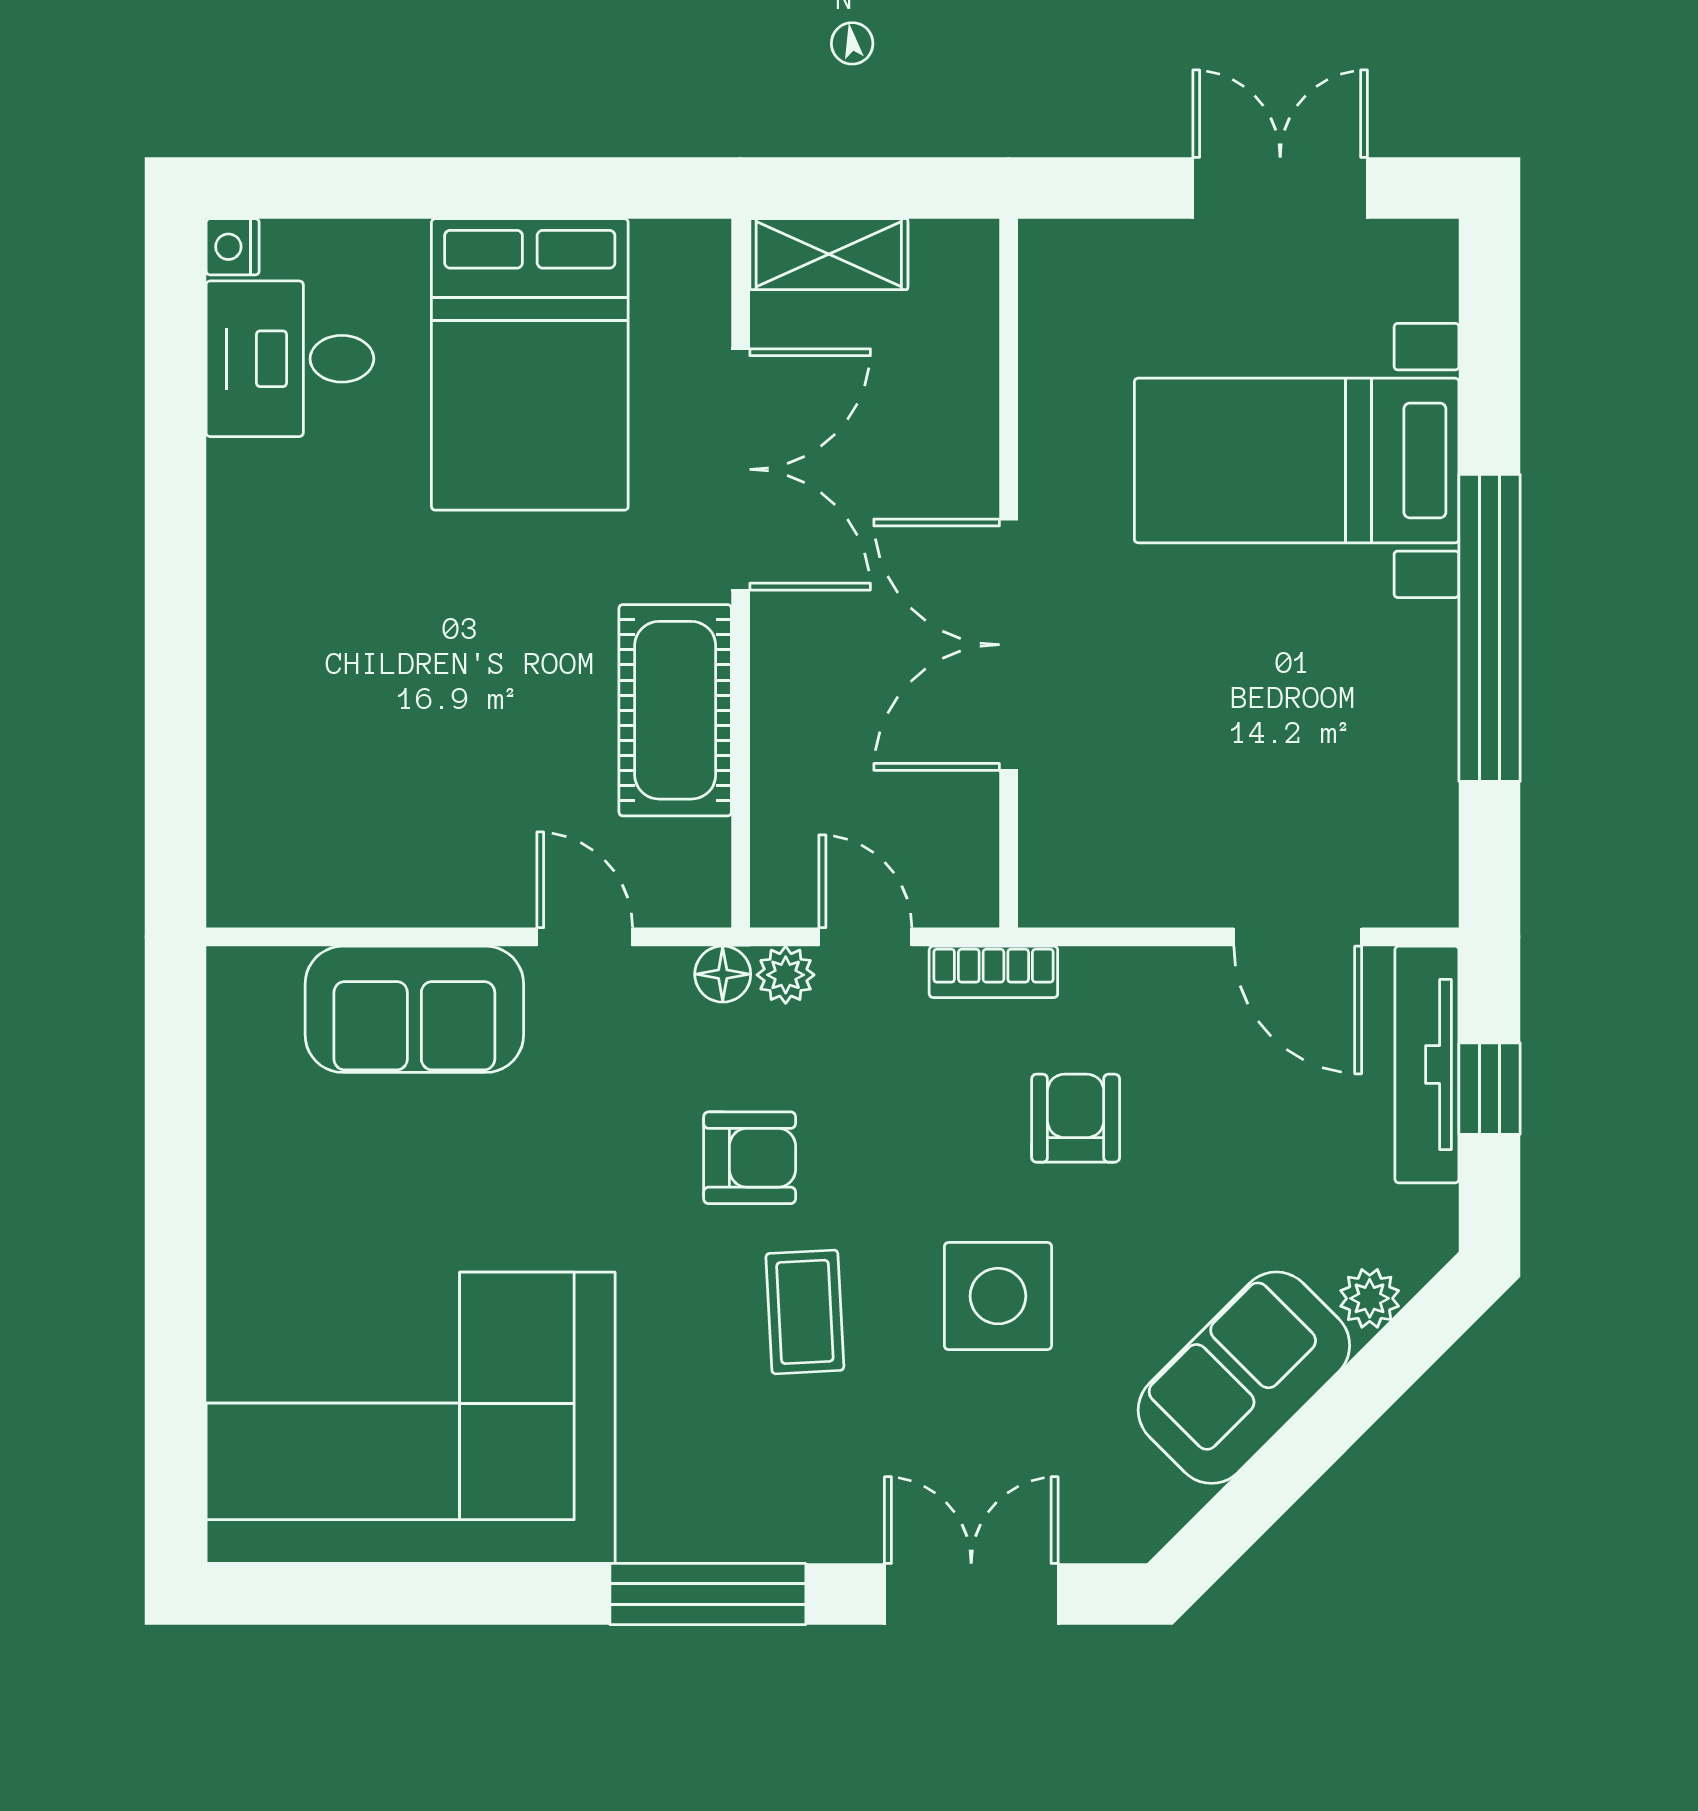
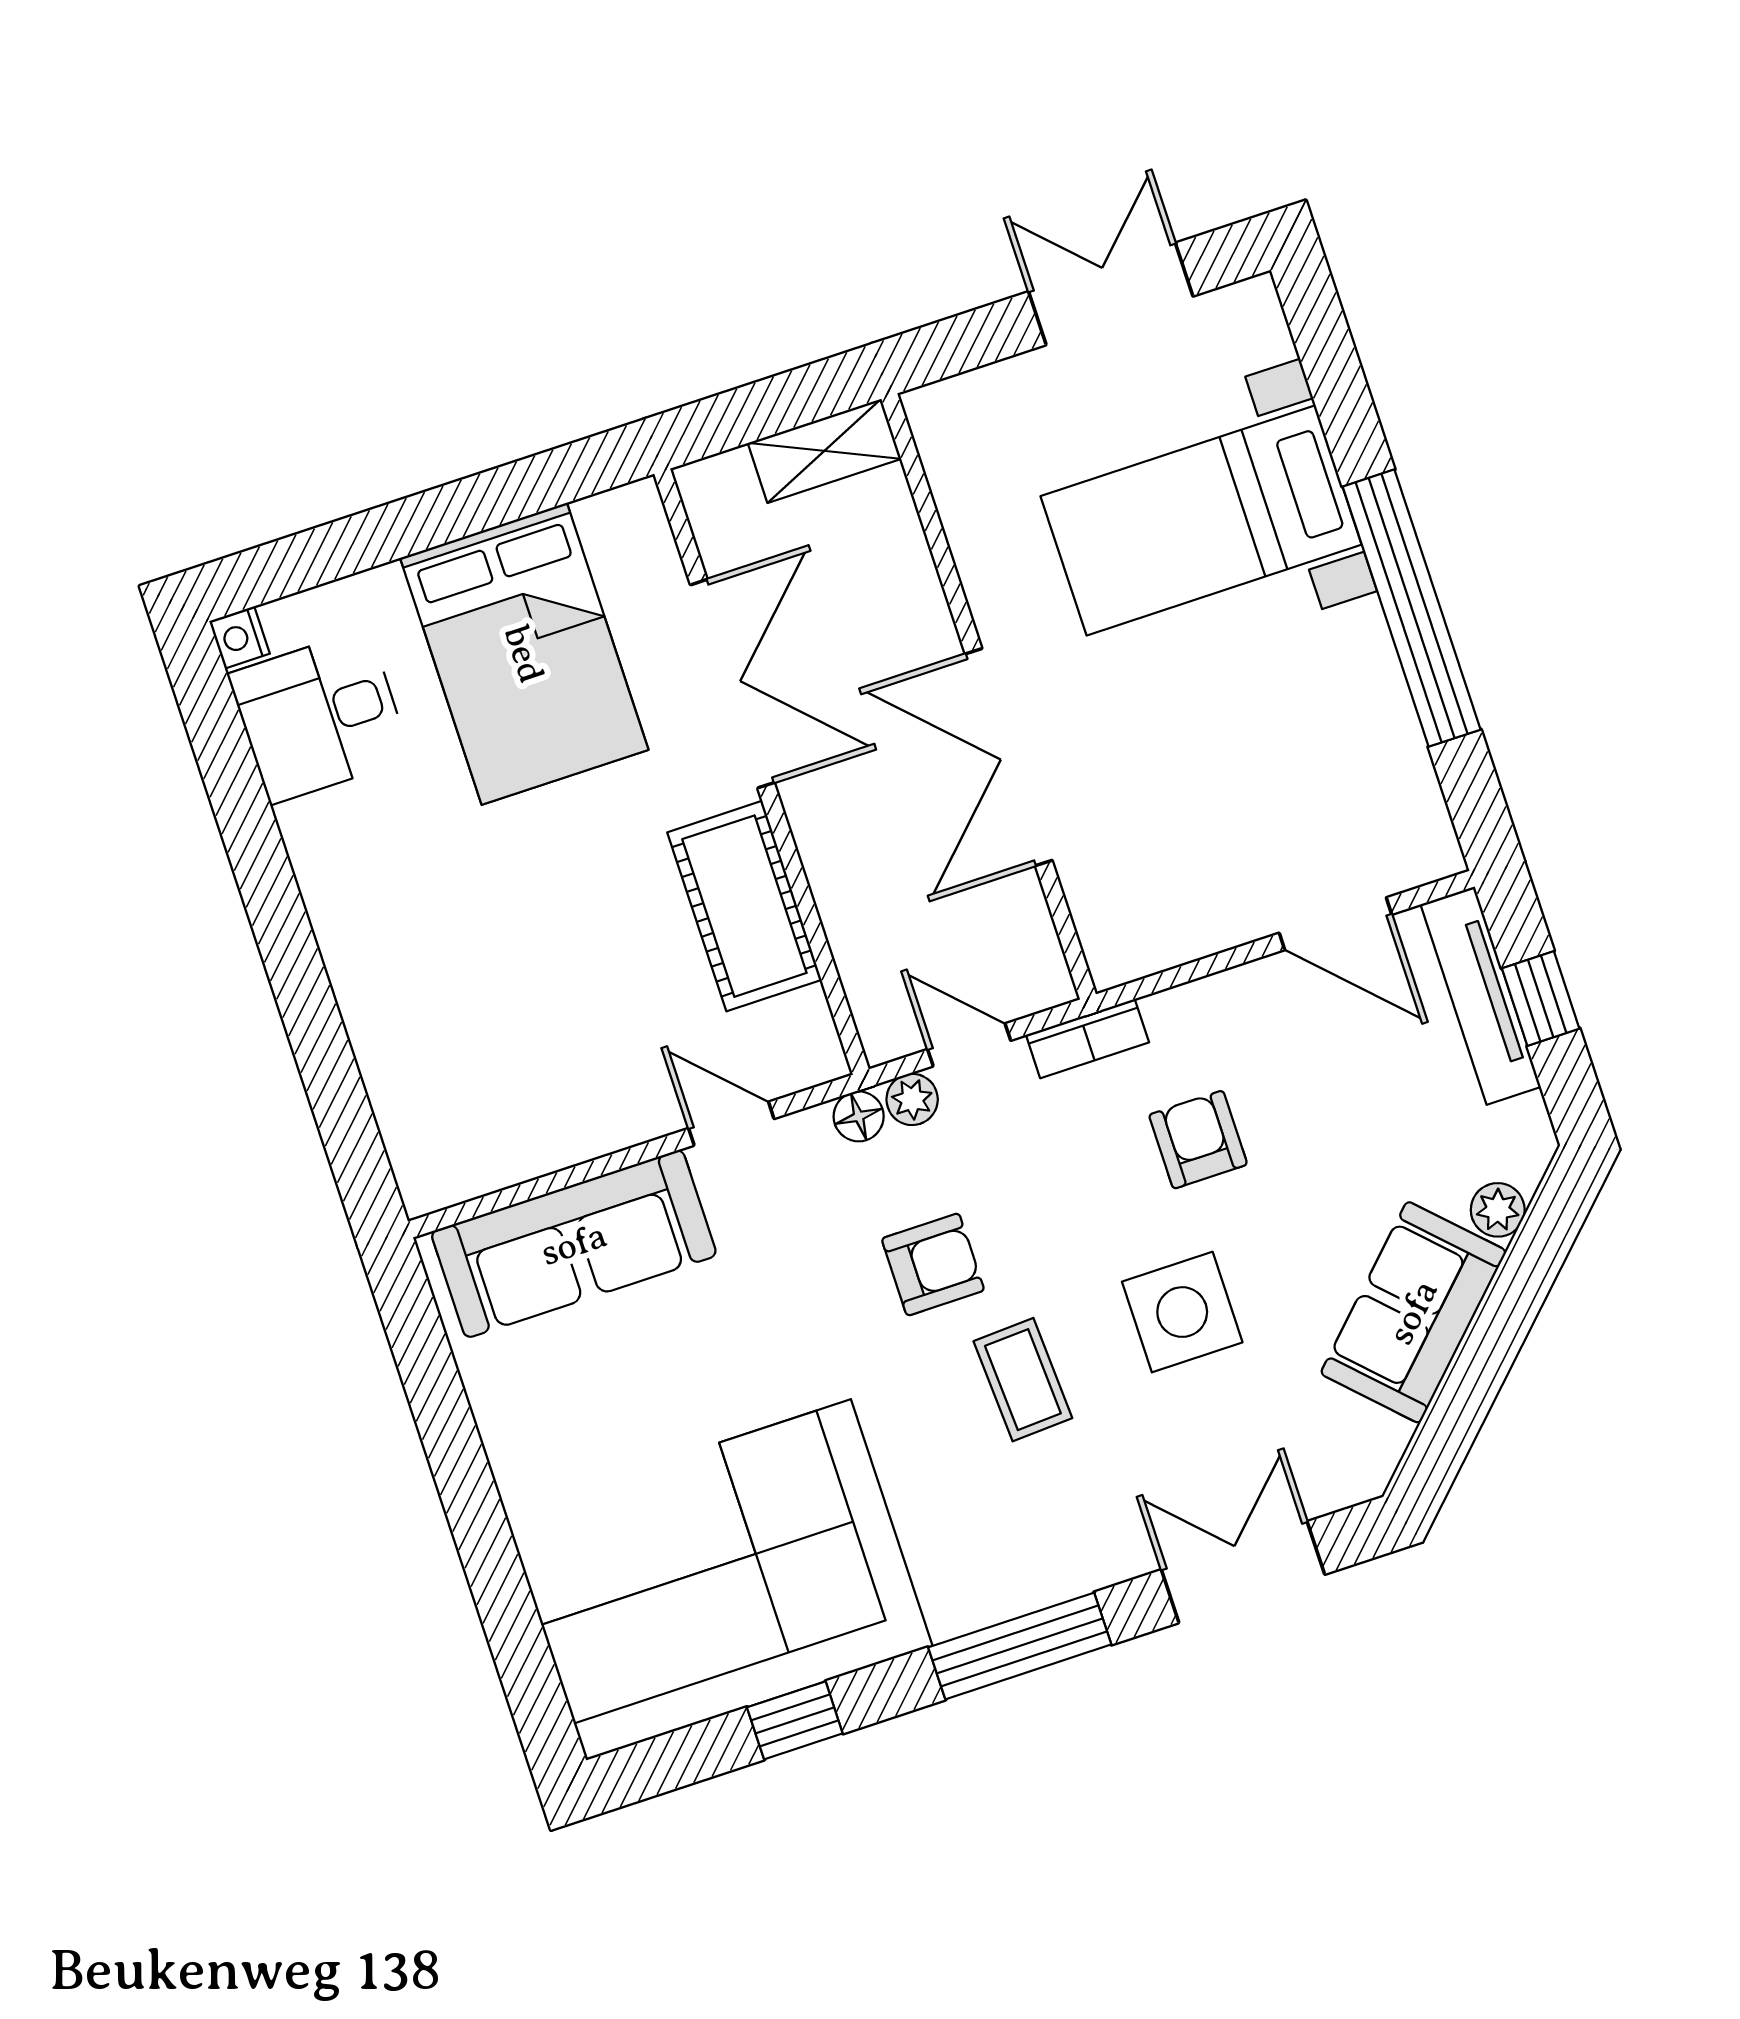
shelving: (829, 254) -> (824, 451), moved
sofa: (414, 1009) -> (574, 1244), width x1.36
window: (442, 1594) -> (795, 1720), added

